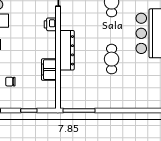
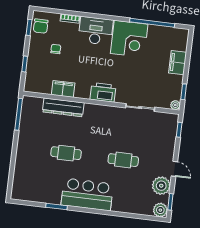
printer: (50, 24) -> (103, 92), width x1.87, depth x1.48
dresser: (67, 50) -> (63, 107), moved

